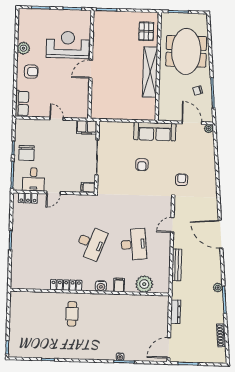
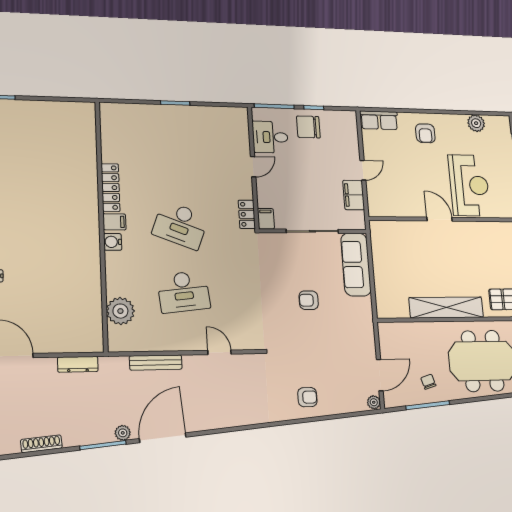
plant: (23, 48) -> (476, 123), moved
filing cabinet: (87, 127) -> (354, 195), moved
sofa: (155, 132) -> (356, 264), moved
armchair: (182, 180) -> (307, 397), moved
door: (53, 193) -> (253, 167), swing flipped
locker: (28, 198) -> (247, 214), moved
door: (221, 234) -> (163, 438), moved
filing cabinet: (119, 285) -> (114, 222), moved
cafe table: (72, 314) -> (64, 197), removed

